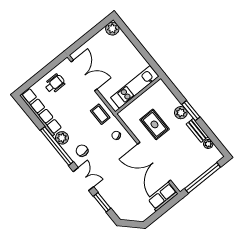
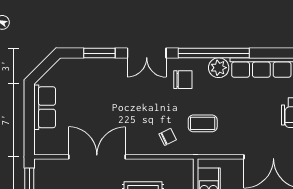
coffee table: (100, 114) -> (203, 123), moved
double door: (154, 162) -> (97, 157), width x0.73
row of seats: (163, 197) -> (45, 107), moved

